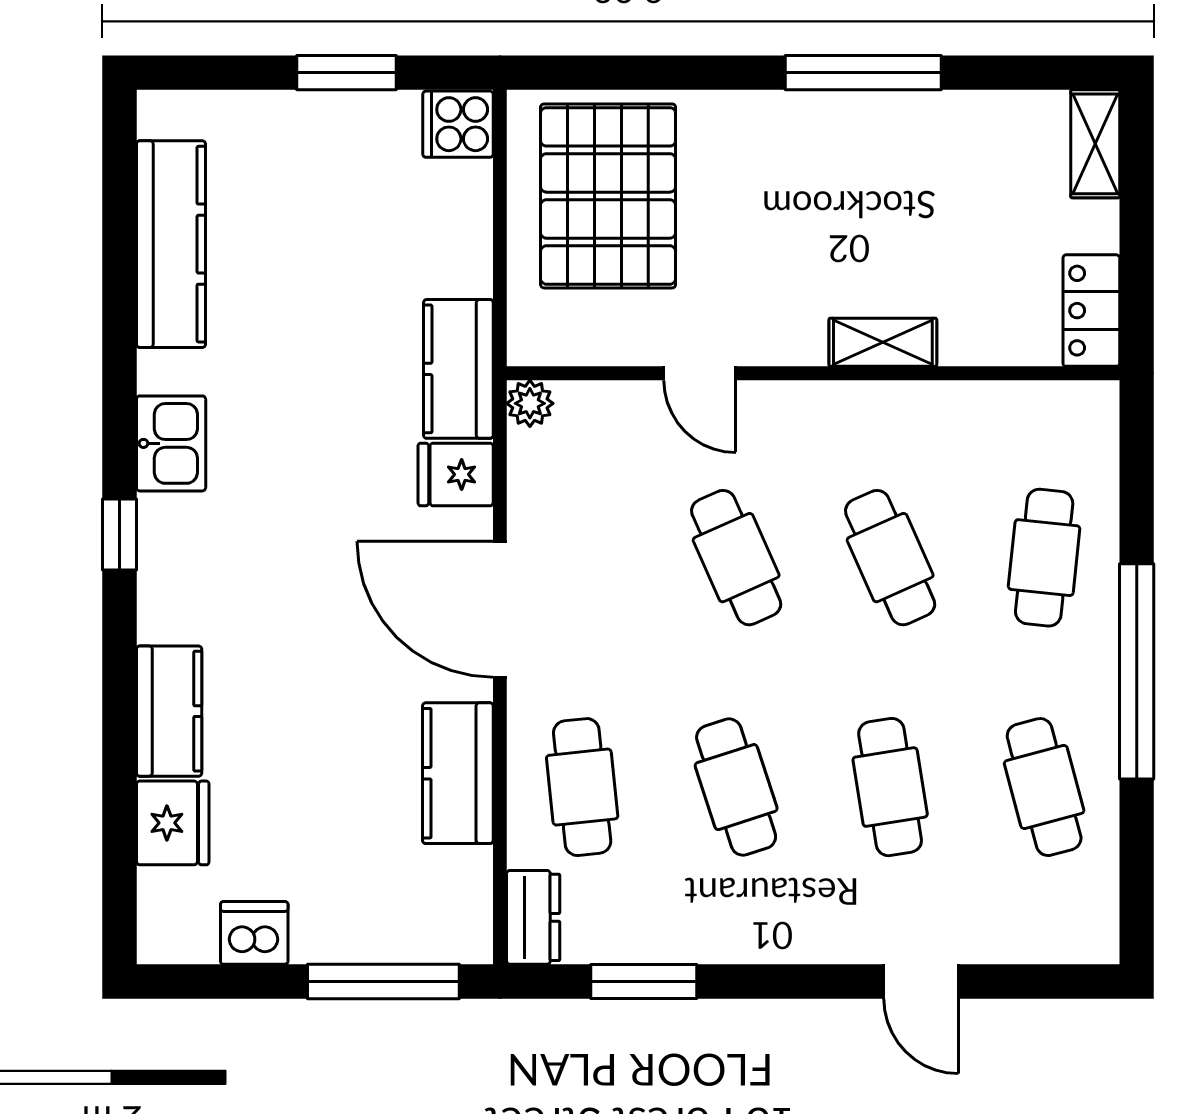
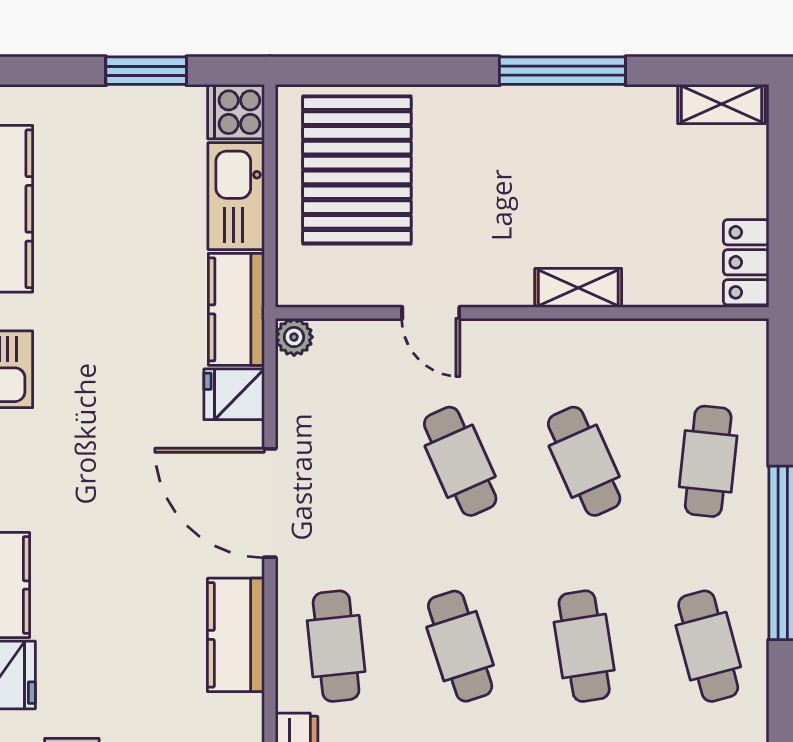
shelving: (1095, 144) -> (721, 104), moved, turned 90
kitchen sink: (458, 228) -> (236, 196), added

